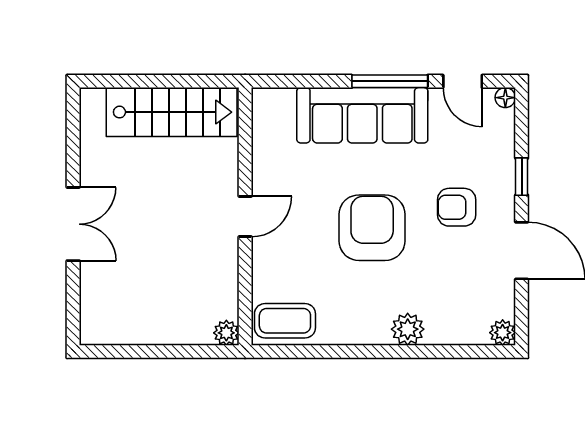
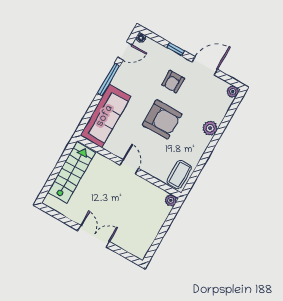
sofa: (362, 115) -> (105, 116), moved
armchair: (372, 228) -> (162, 119), turned 180

